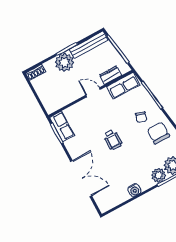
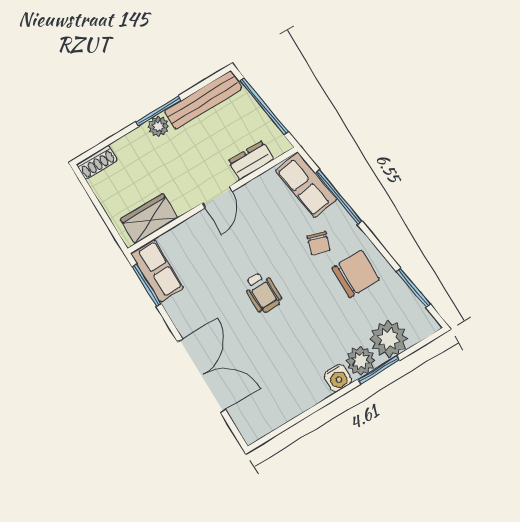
plant: (65, 62) -> (159, 126), width x0.53, depth x0.53
row of seats: (123, 86) -> (306, 185), moved, turned 82
door: (93, 92) -> (217, 197), swing flipped
wardrobe: (59, 101) -> (149, 219), added
chair: (158, 133) -> (356, 274), turned 90
water cooler: (134, 190) -> (338, 378), moved

